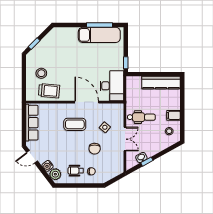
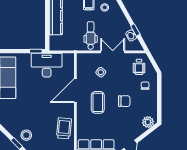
stool: (41, 73) -> (26, 135), moved
desk: (112, 86) -> (47, 65), moved
chair: (95, 149) -> (124, 101), moved
water cooler: (48, 166) -> (140, 130), removed
wheelchair: (76, 171) -> (139, 67), moved

